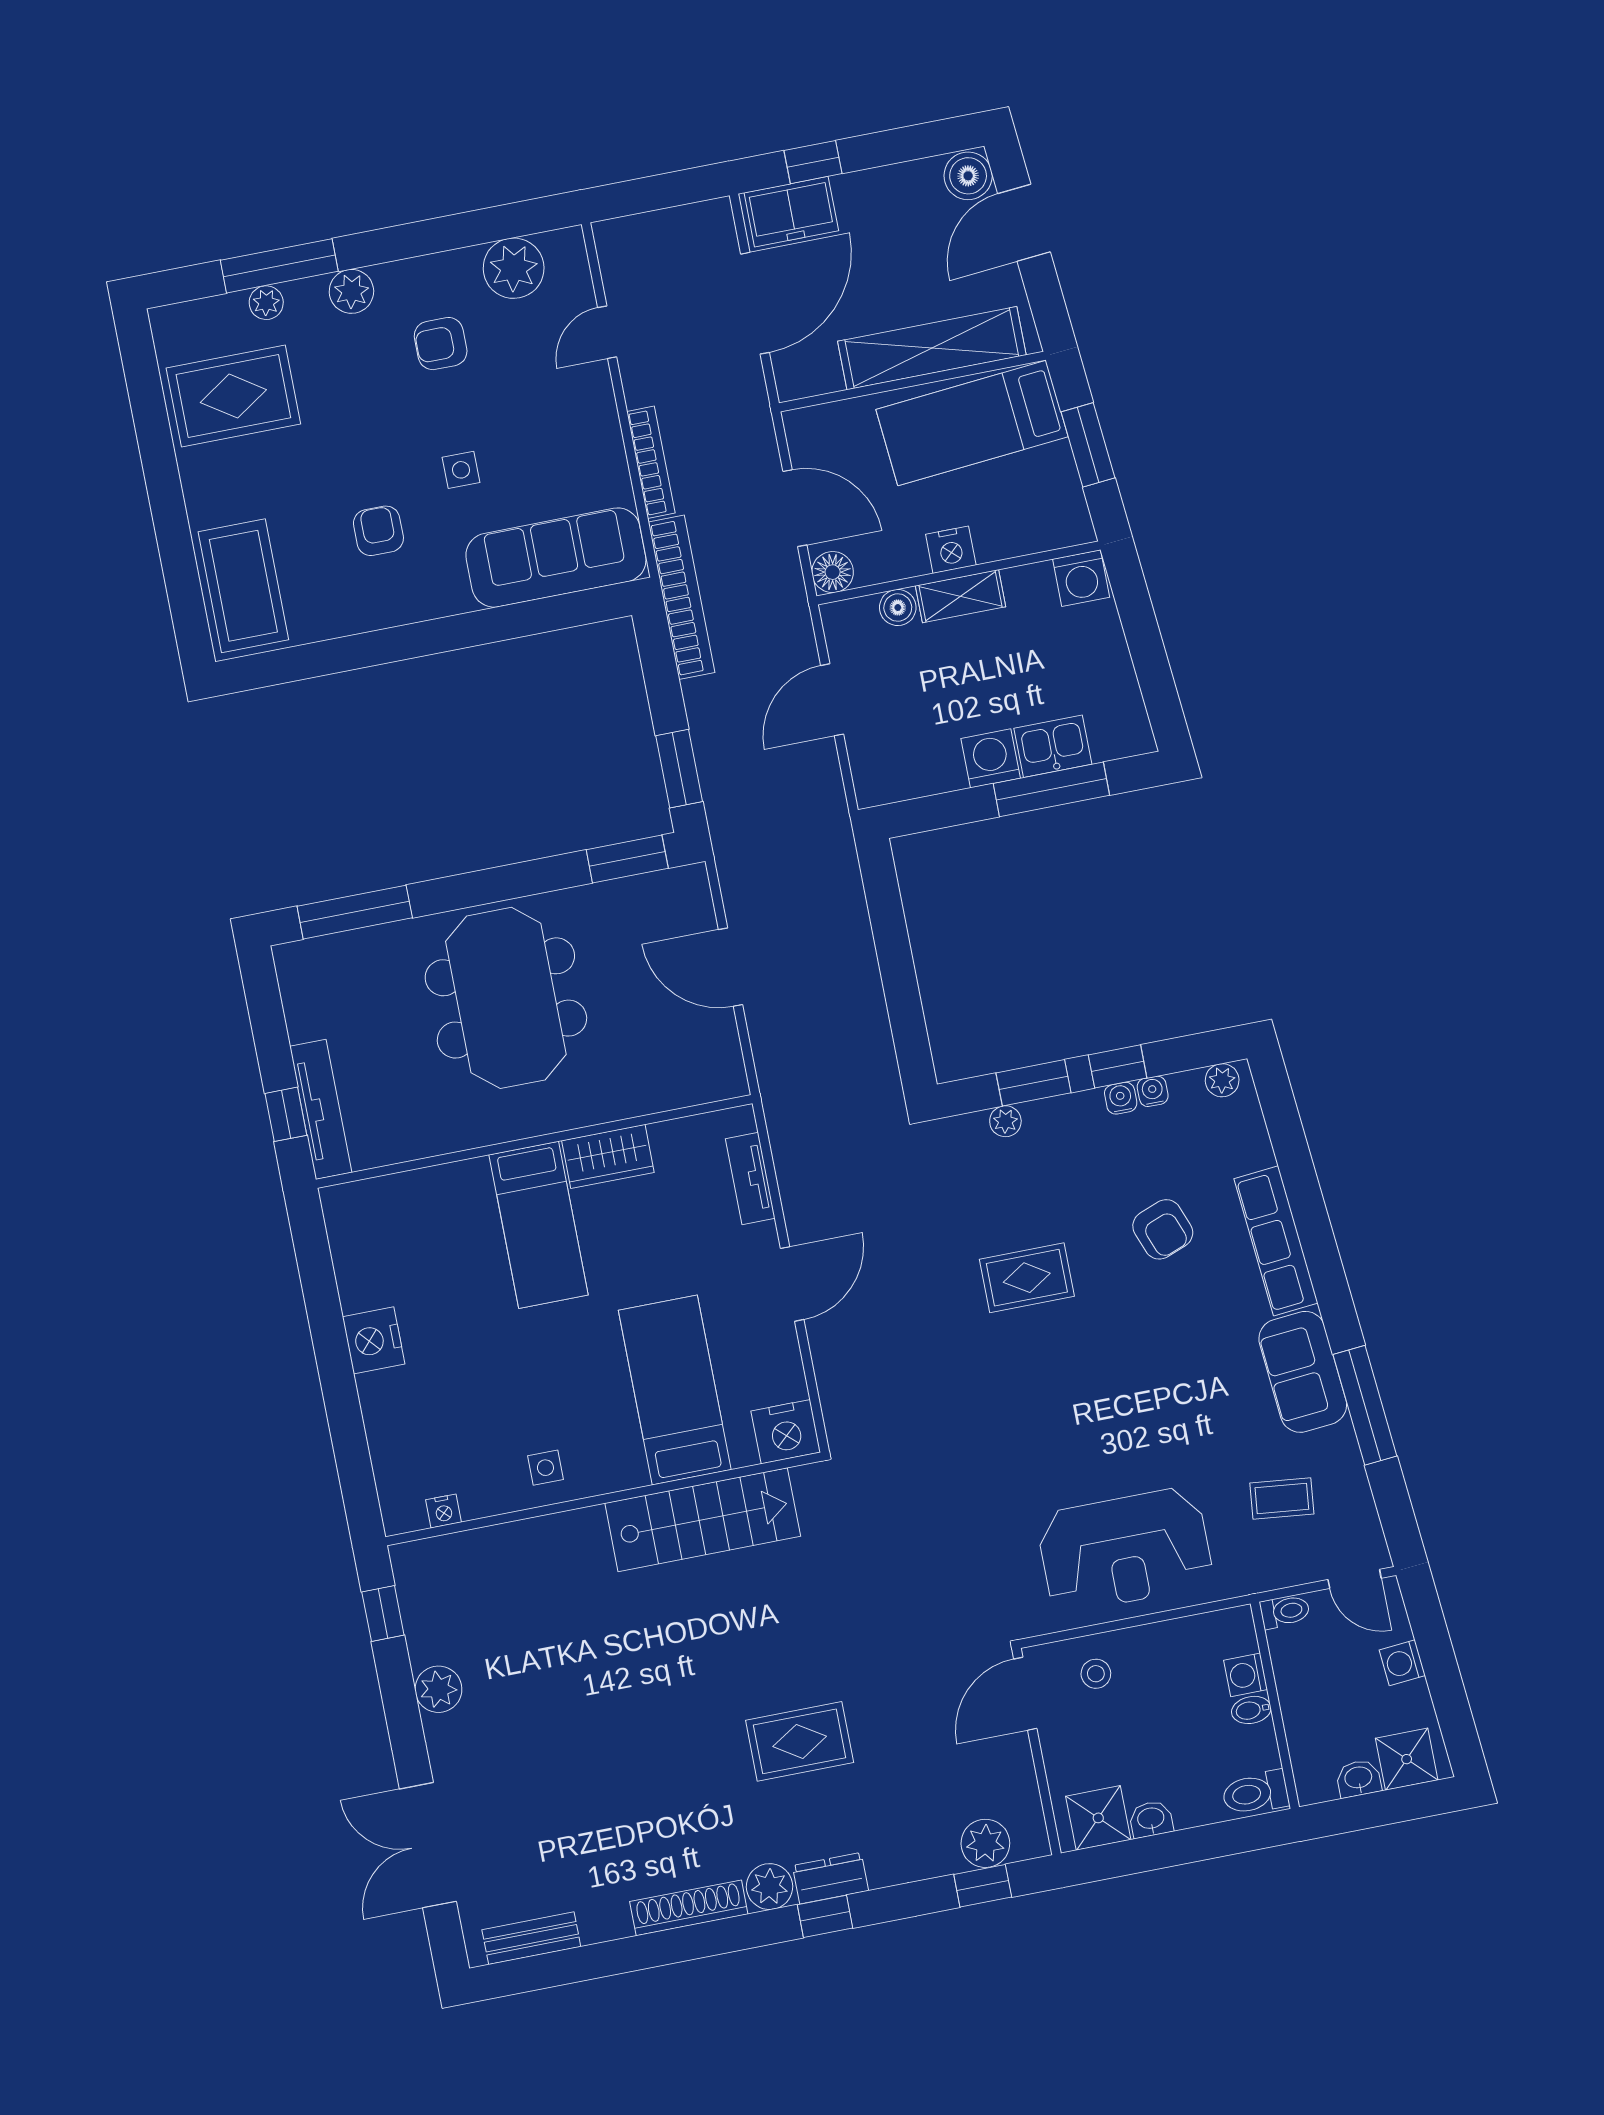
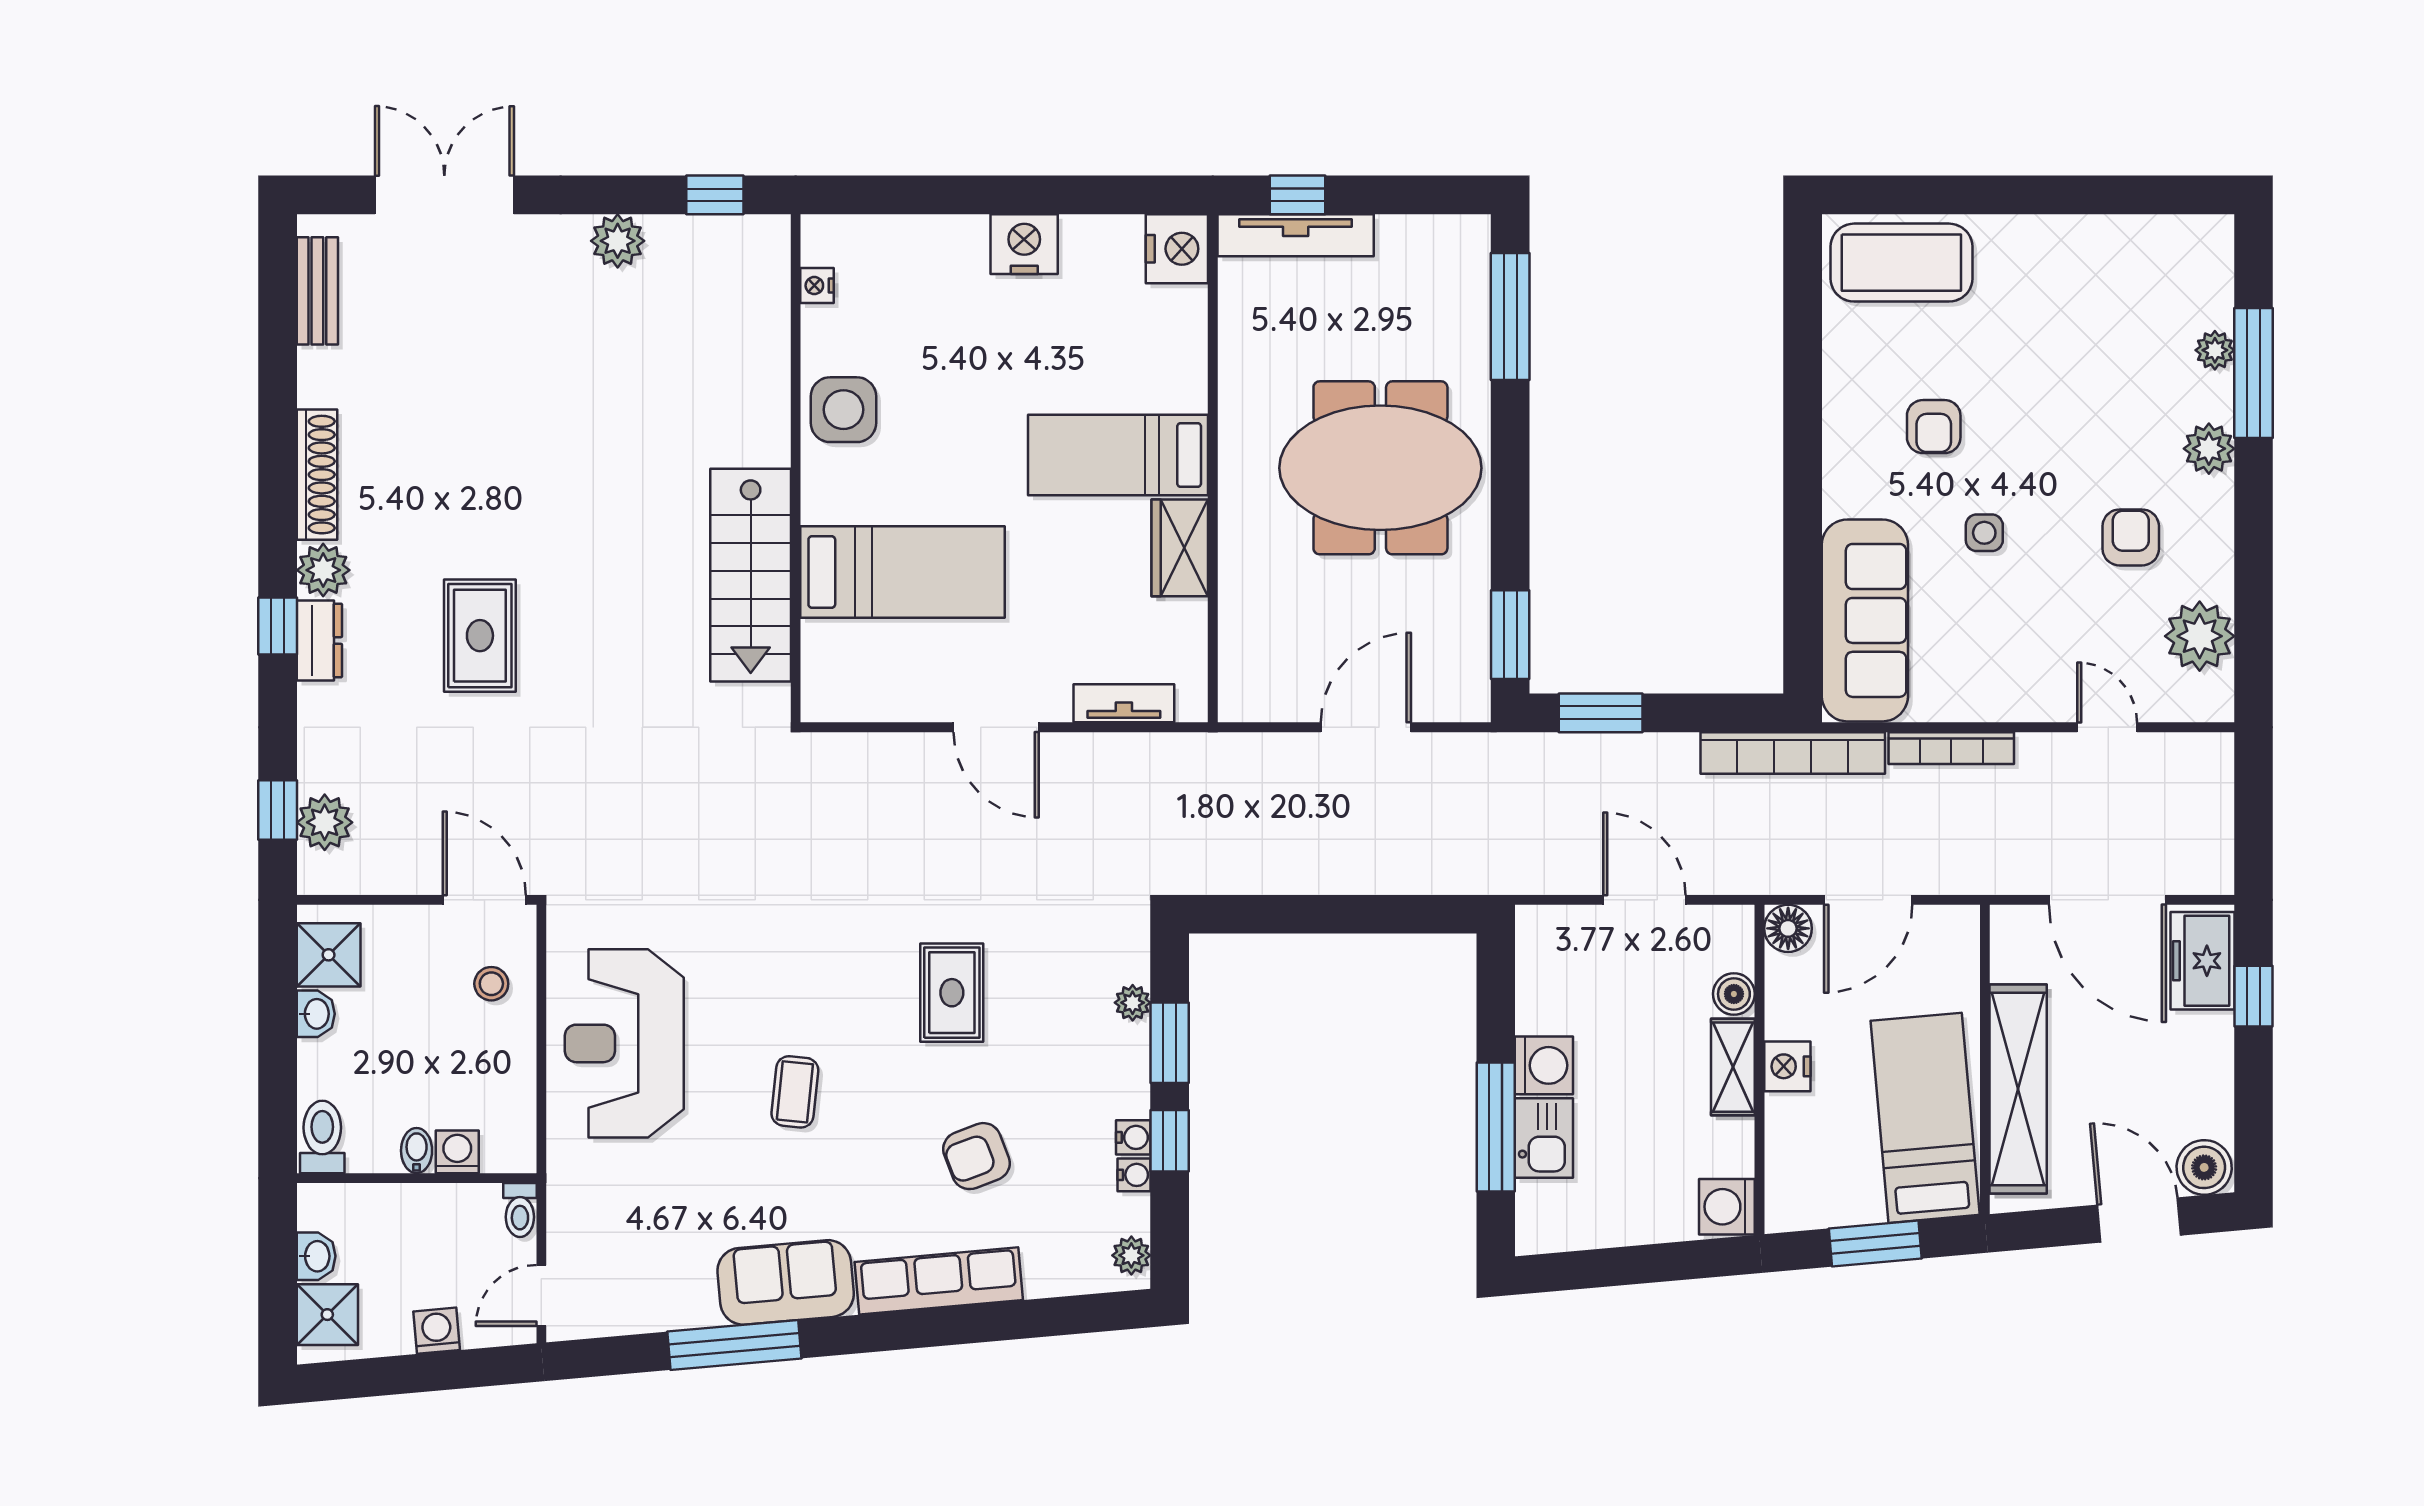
rug: (233, 396) -> (2117, 293), removed
armchair: (378, 531) -> (1934, 427), turned 90
nightstand: (786, 1432) -> (1177, 249), moved, turned 180
side table: (545, 1468) -> (843, 410), width x1.87, depth x1.87
coffee table: (1282, 1498) -> (795, 1092), moved

